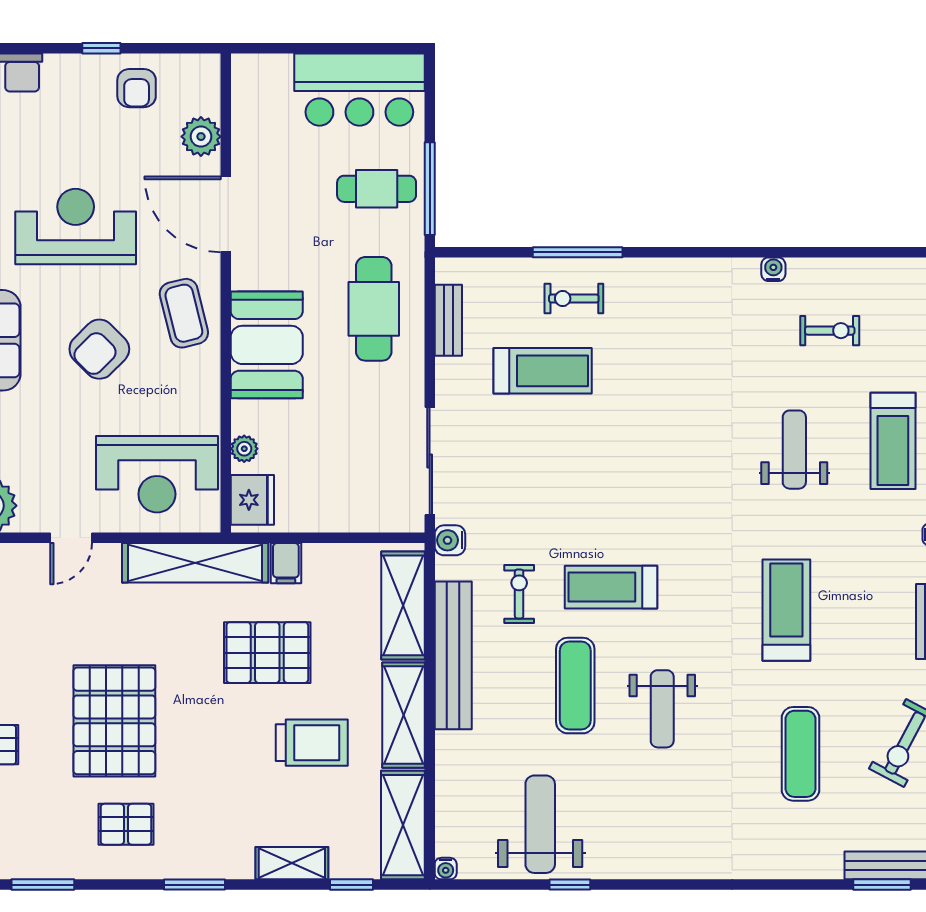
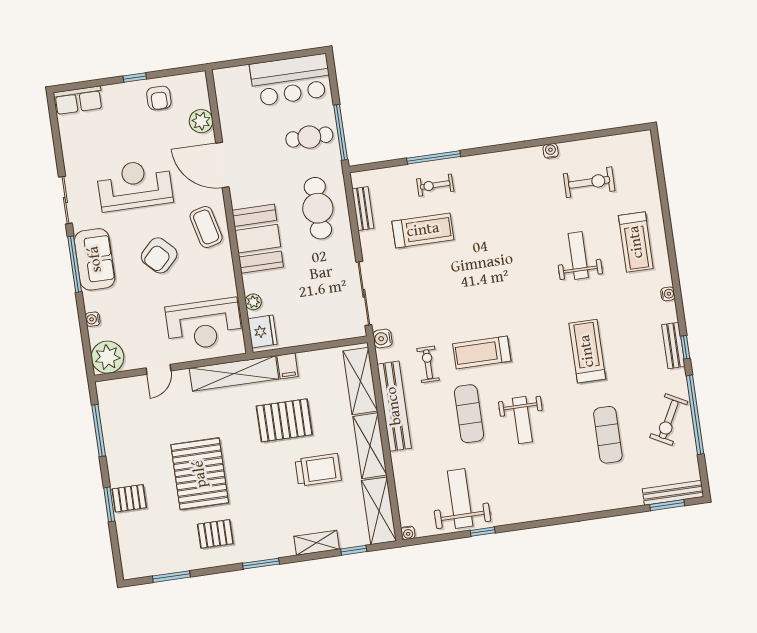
exercise bike: (830, 331) -> (589, 182), width x1.38, depth x1.39

